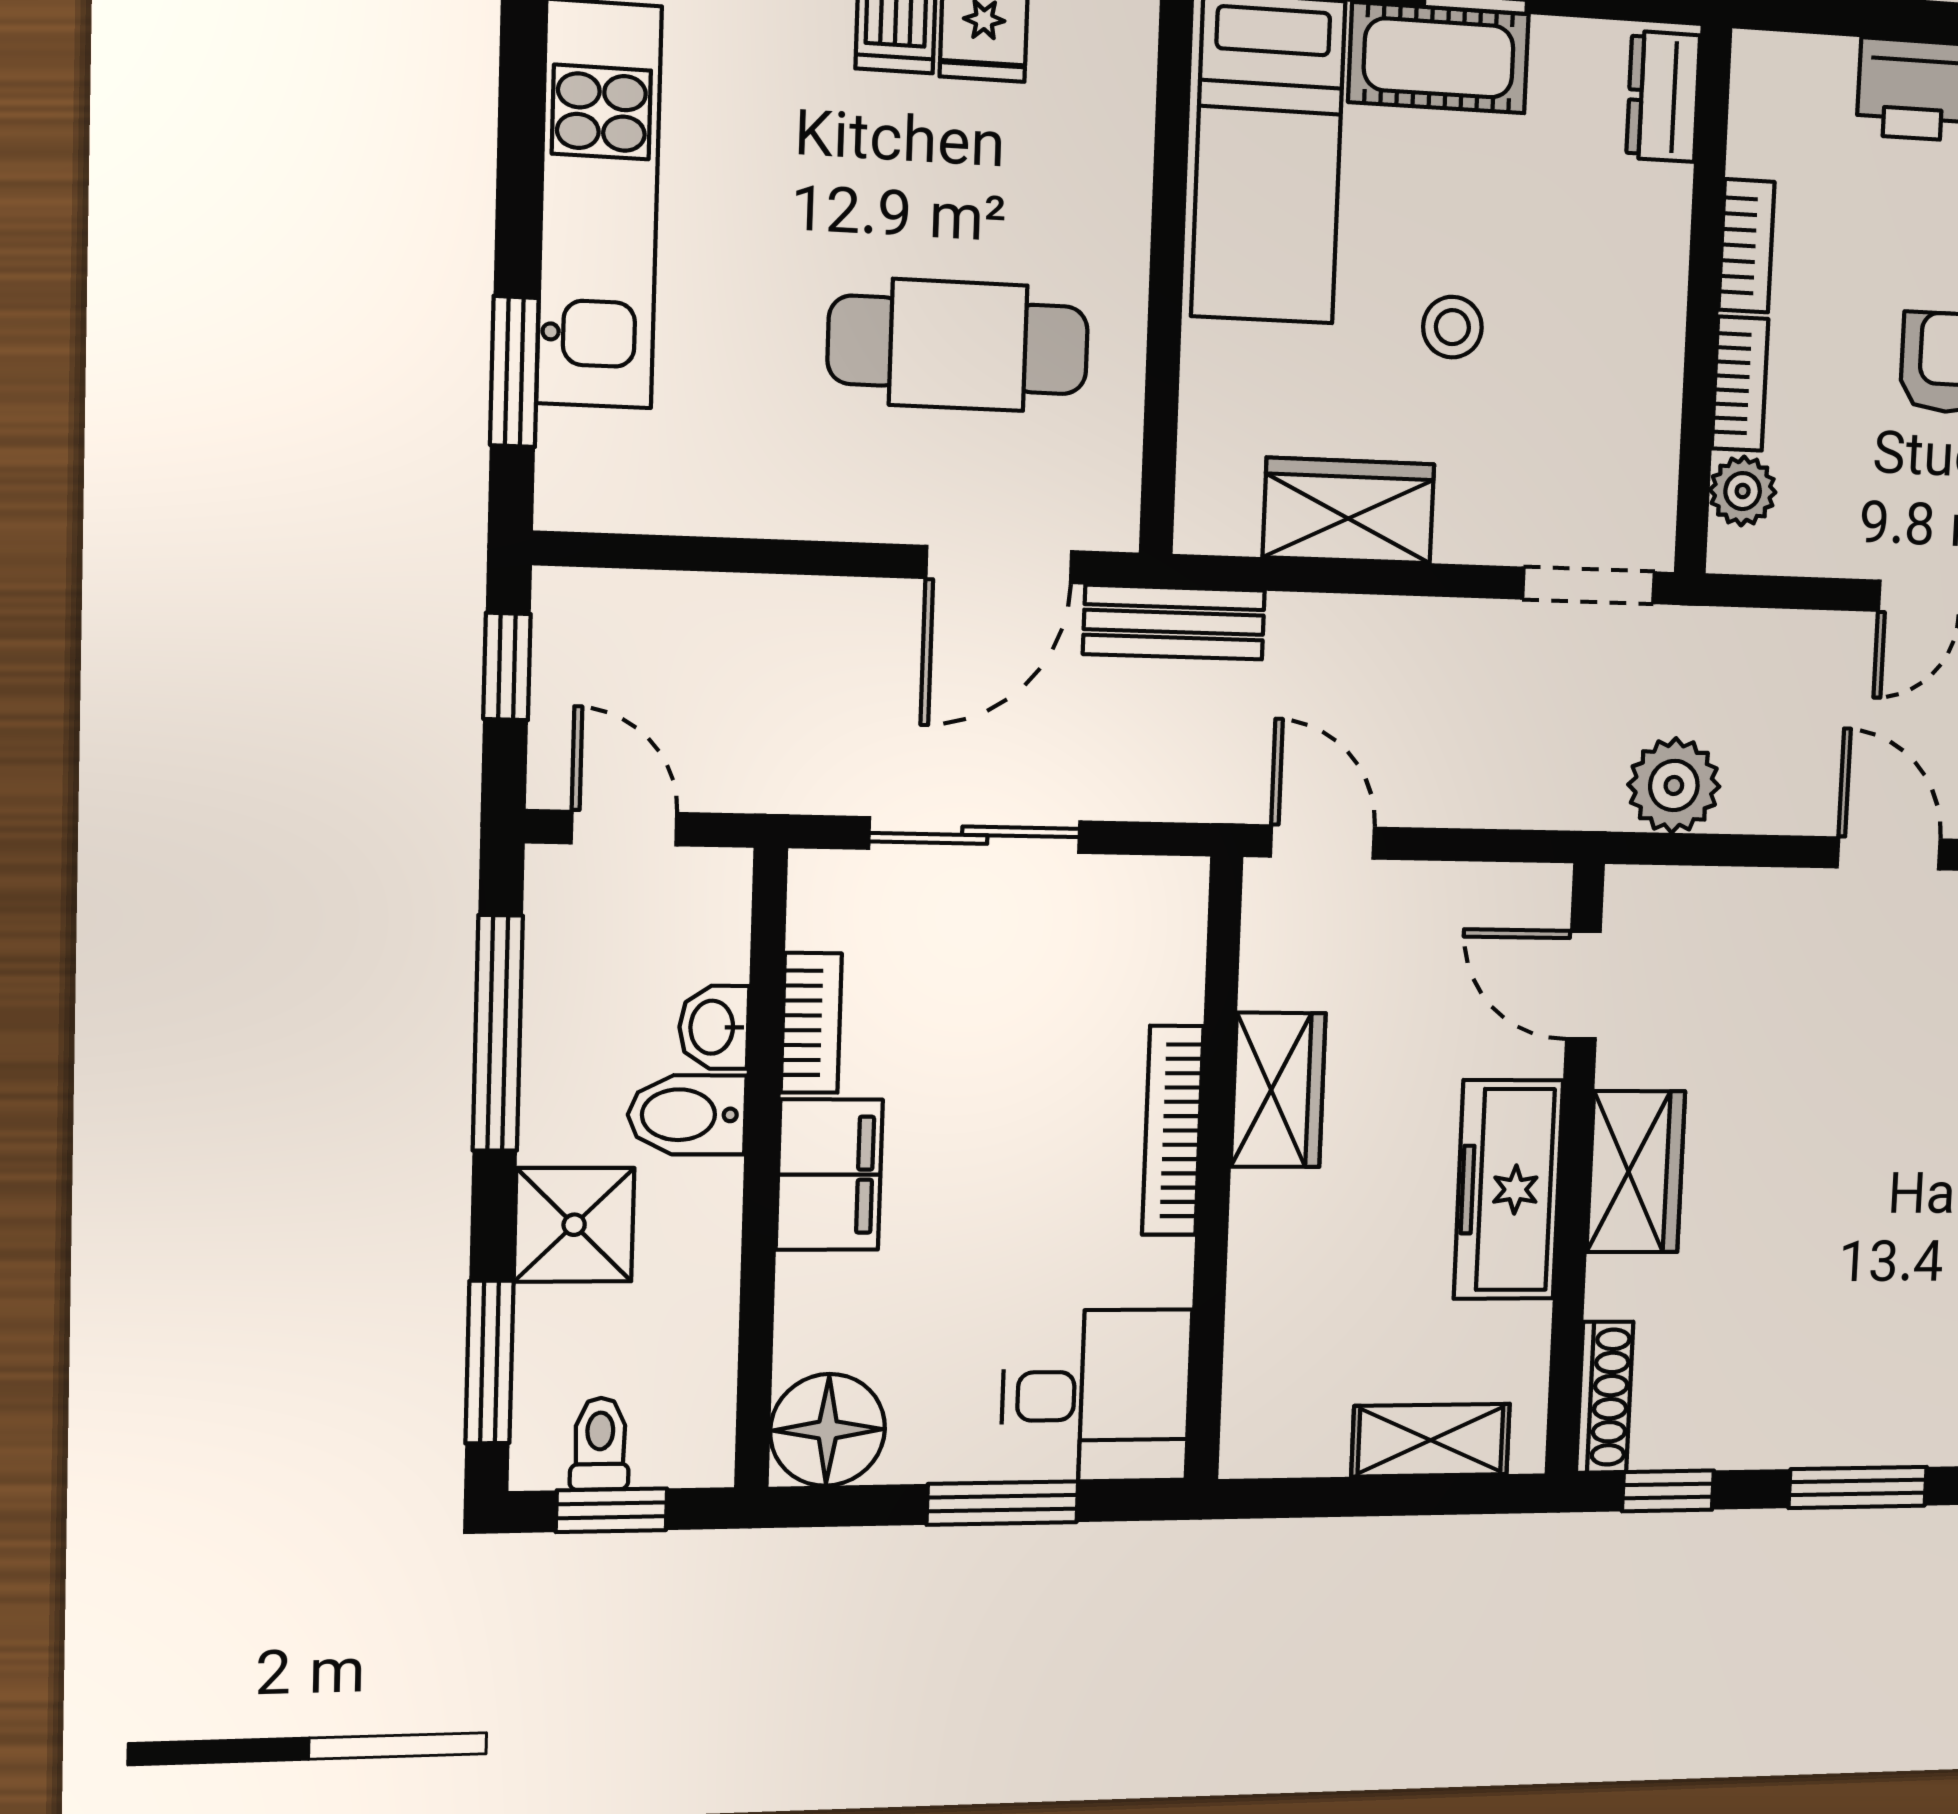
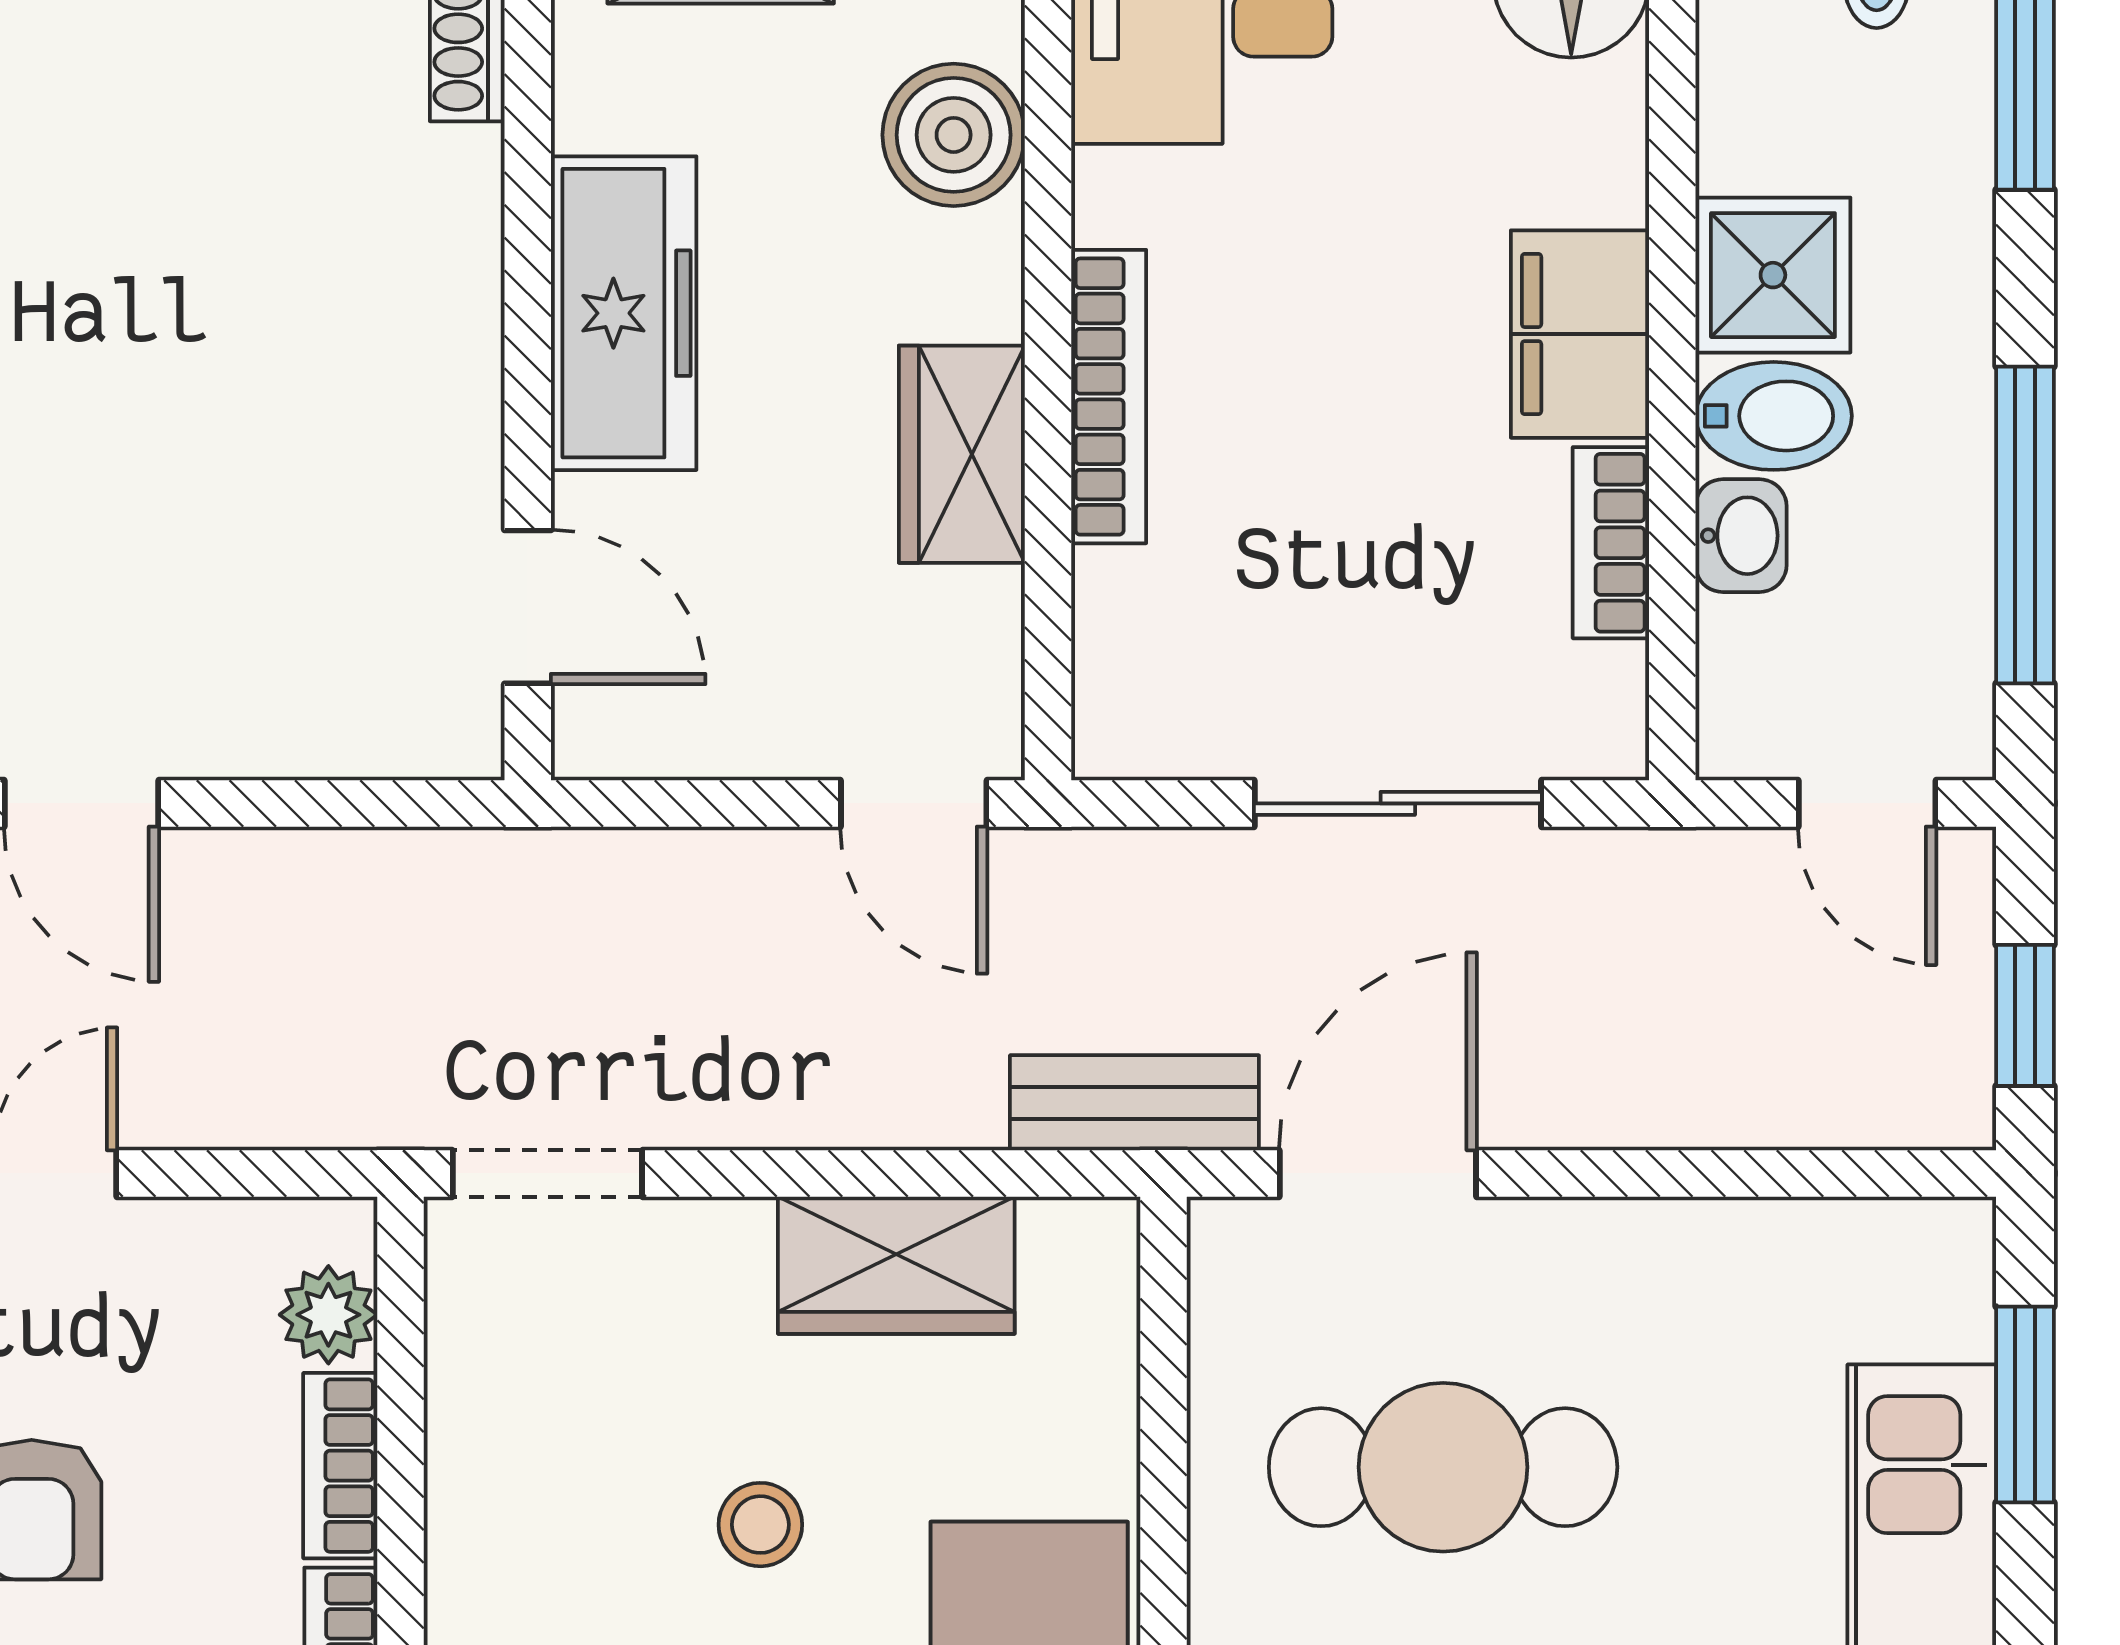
plant: (1674, 785) -> (408, 894), removed
wardrobe: (1636, 1172) -> (437, 339), removed
shower: (574, 1225) -> (1773, 275), moved
boiler: (1275, 1315) -> (954, 135), added

